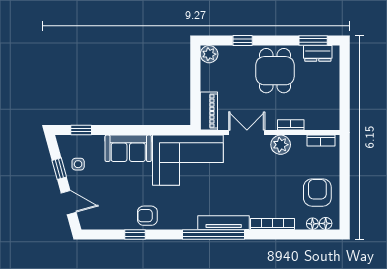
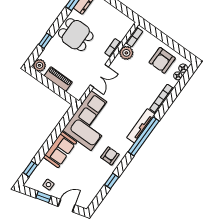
piano: (209, 111) -> (58, 79), moved
double door: (247, 133) -> (99, 76), swing flipped
plant: (281, 145) -> (126, 53), moved
armchair: (317, 193) -> (162, 60), turned -90
armchair: (147, 216) -> (110, 156), moved, turned 180

